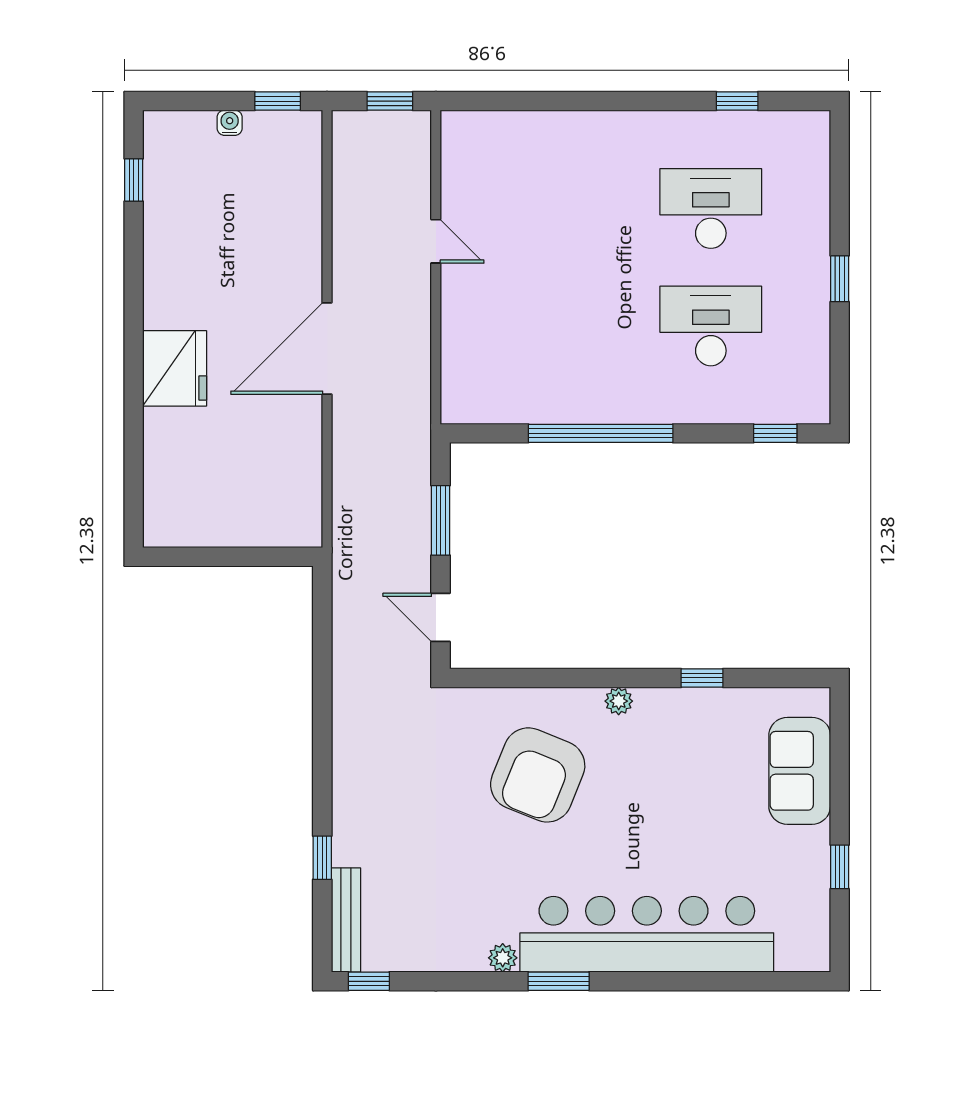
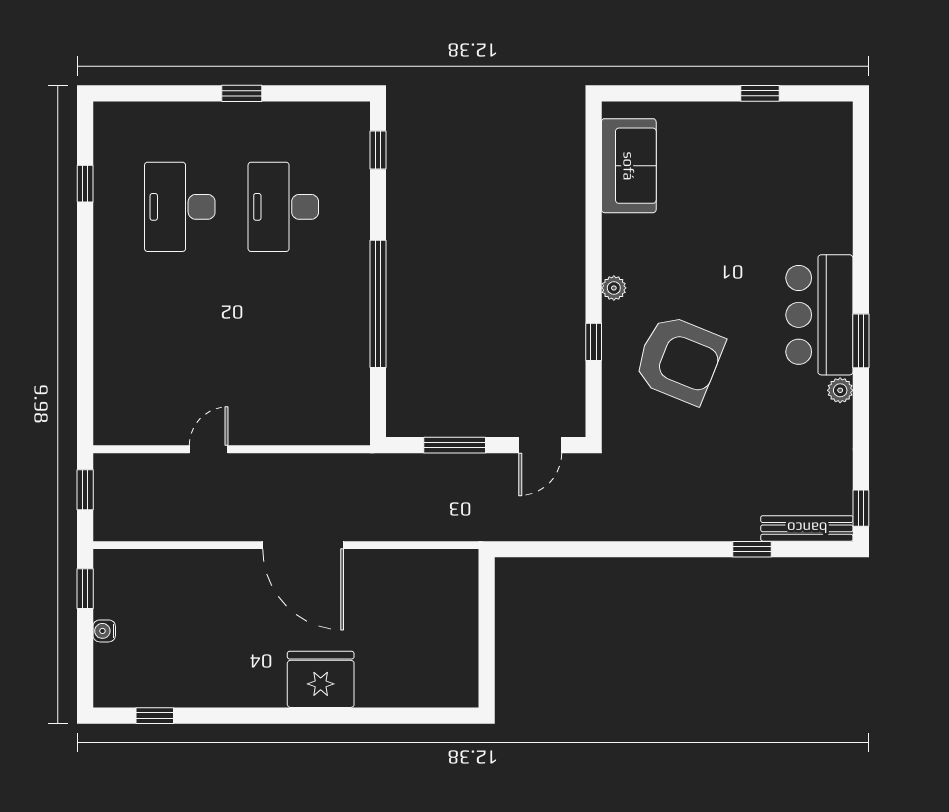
window: (702, 678) -> (594, 342), moved
sofa: (800, 771) -> (629, 166), moved, turned -90
bar counter: (647, 934) -> (819, 315), width x0.54

